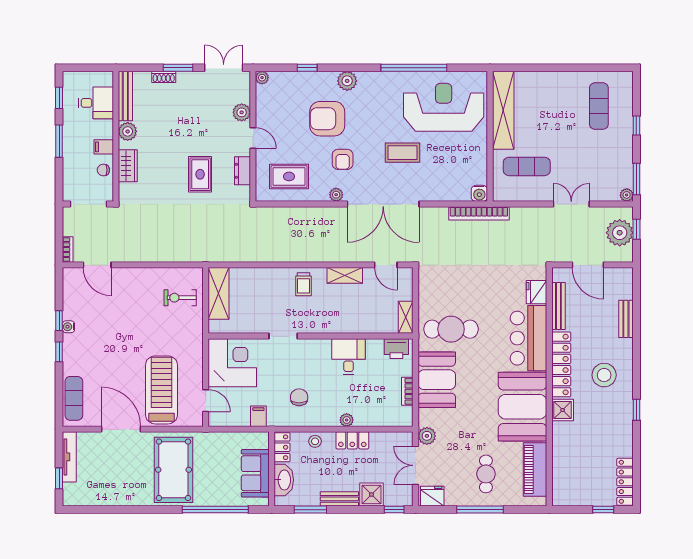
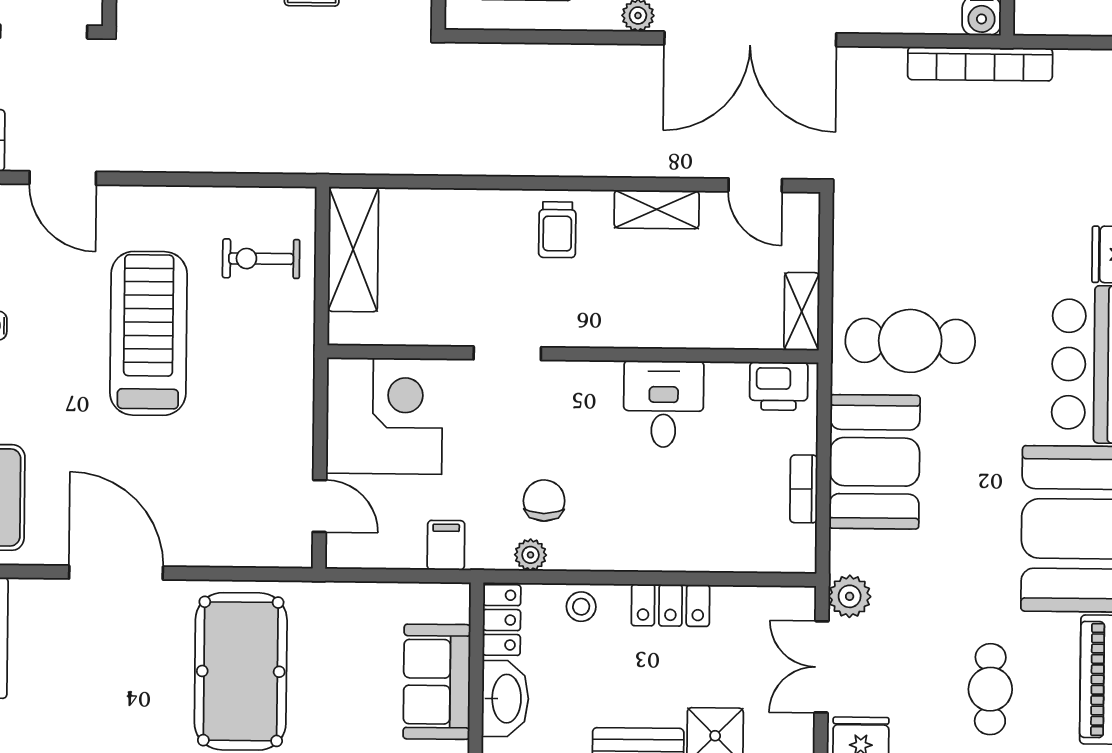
treadmill: (161, 390) -> (148, 333), moved
plant: (347, 420) -> (530, 555), moved

